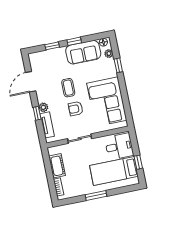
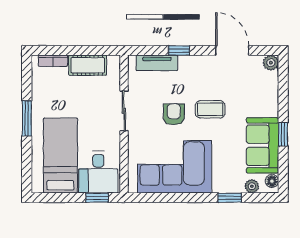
window: (52, 46) -> (283, 97), removed
plant: (43, 107) -> (271, 63), moved
window: (138, 162) -> (97, 198), moved

